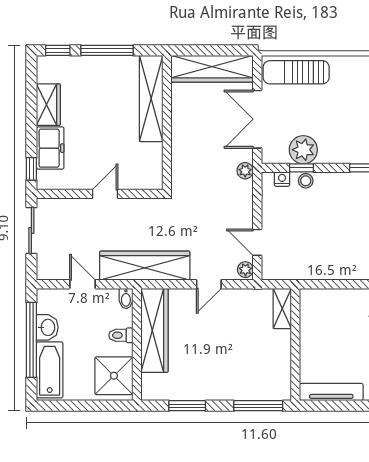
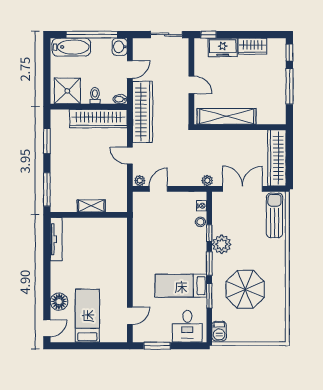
shelving: (151, 99) -> (227, 116), moved
plant: (303, 150) -> (222, 244), moved
window: (301, 168) -> (209, 233), moved
shelving: (282, 308) -> (91, 206), moved
washbasin: (47, 327) -> (120, 47), moved, turned 90

